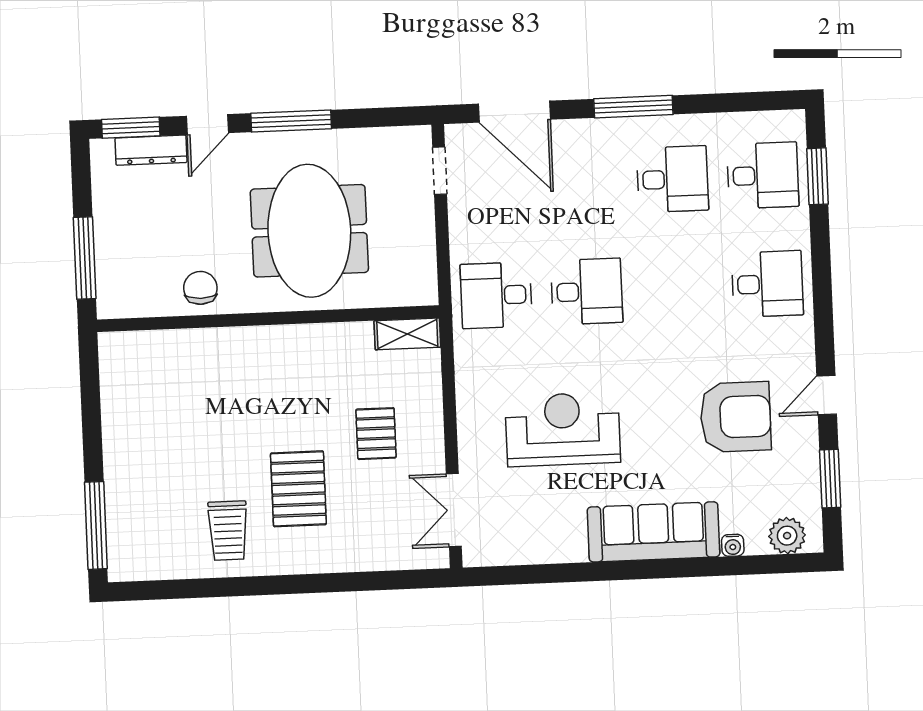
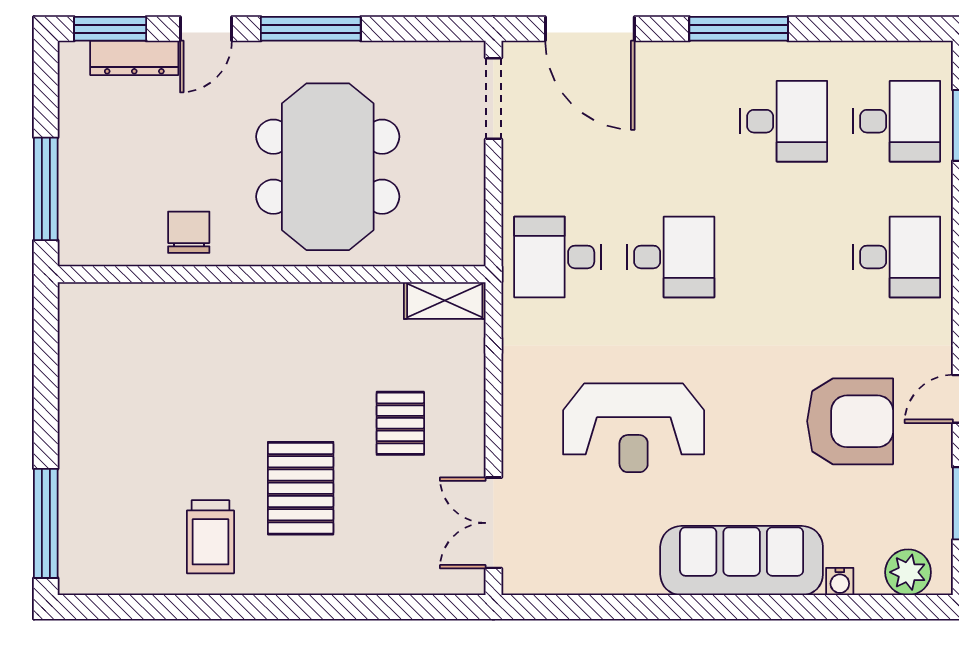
doorway: (440, 171) -> (493, 98), width x1.38
reception desk: (563, 429) -> (634, 428), turned 180

